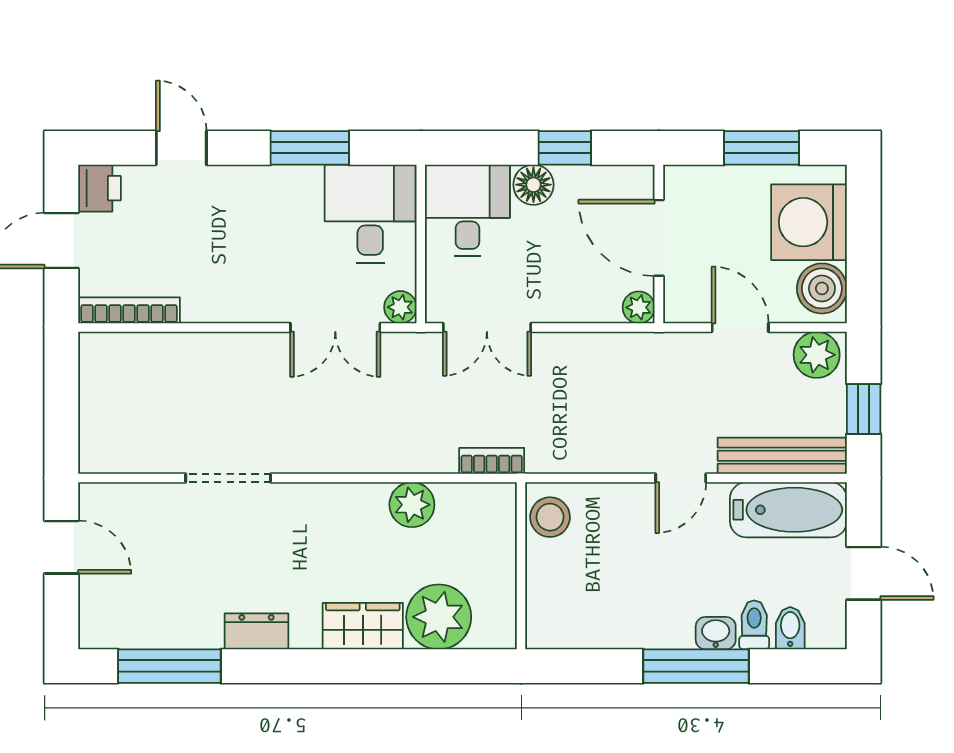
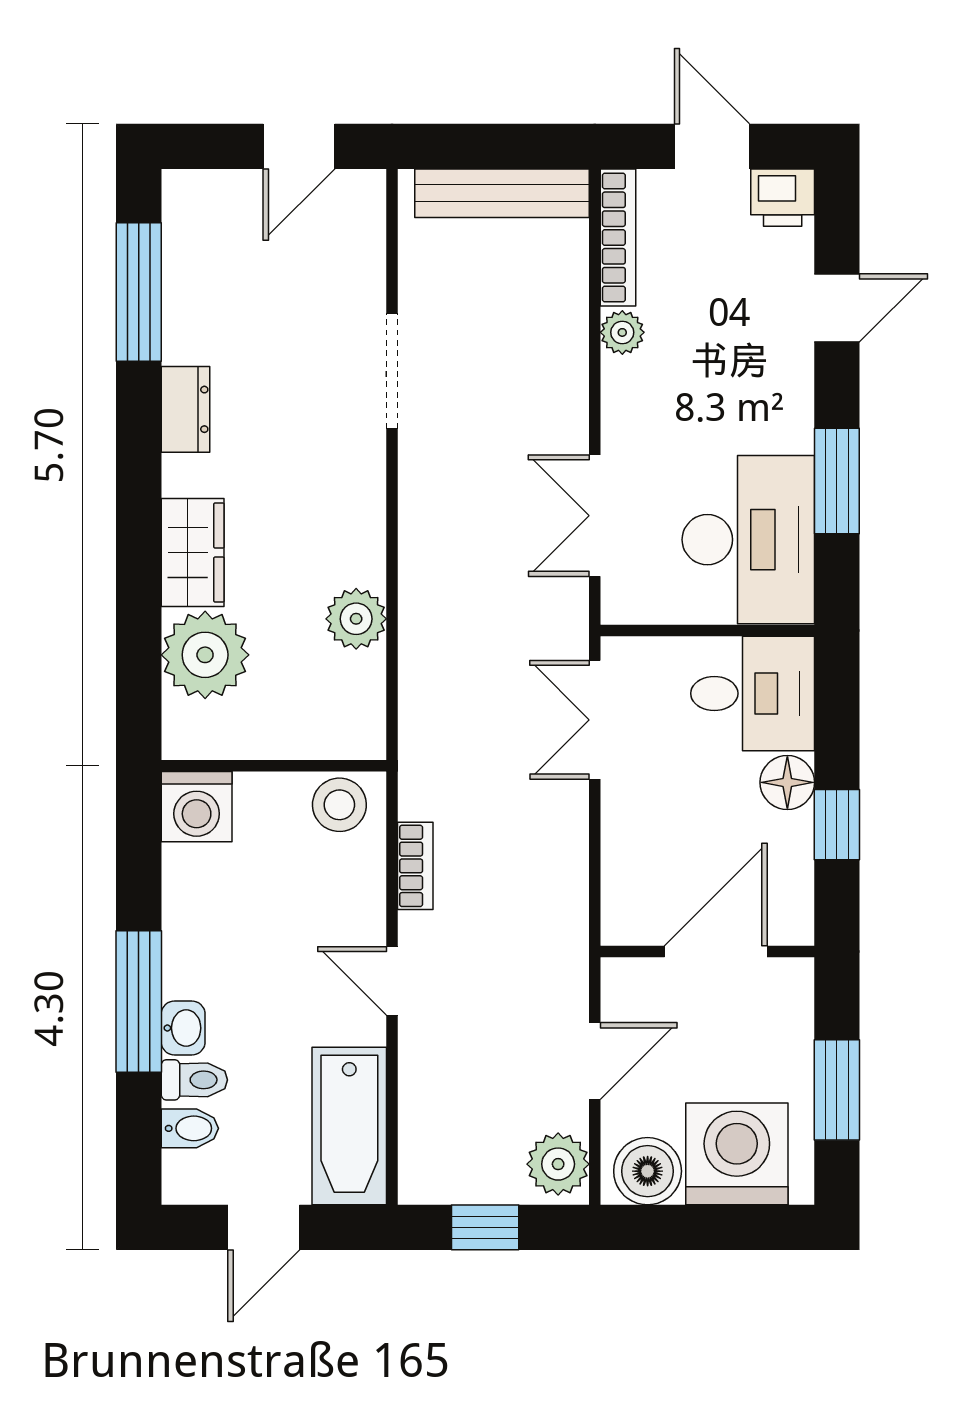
desk: (370, 214) -> (748, 540), width x1.37
plant: (400, 307) -> (622, 332), moved
plant: (639, 307) -> (622, 924), removed
bench: (782, 456) -> (502, 193), moved, turned 90
bookcase: (492, 461) -> (415, 866), moved
washing machine: (551, 623) -> (197, 807), added

